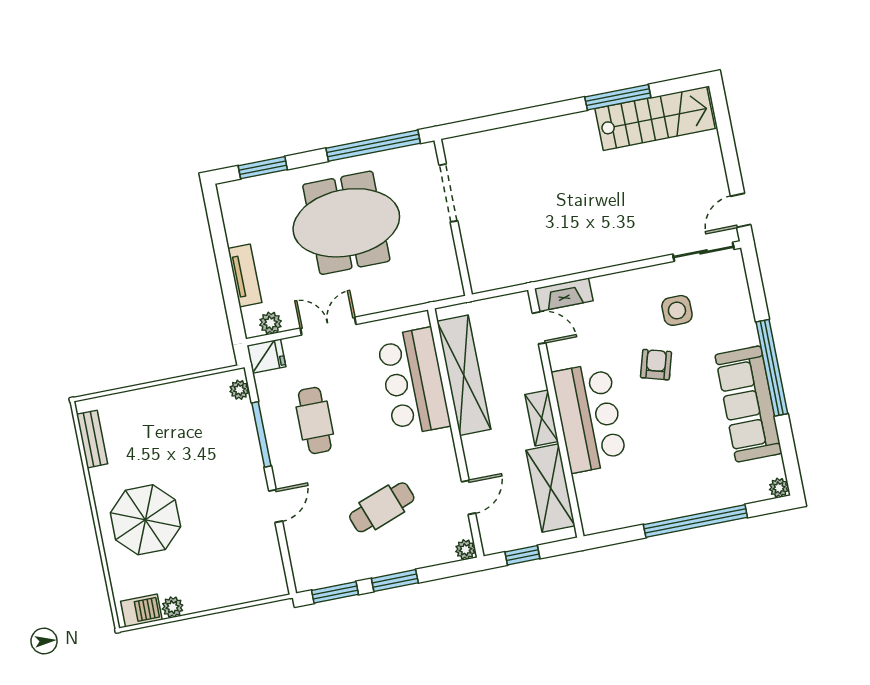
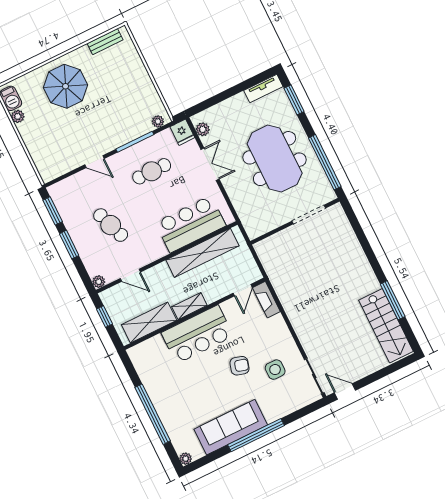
tv unit: (245, 276) -> (263, 88), moved

